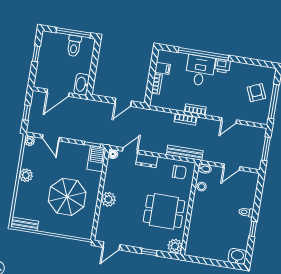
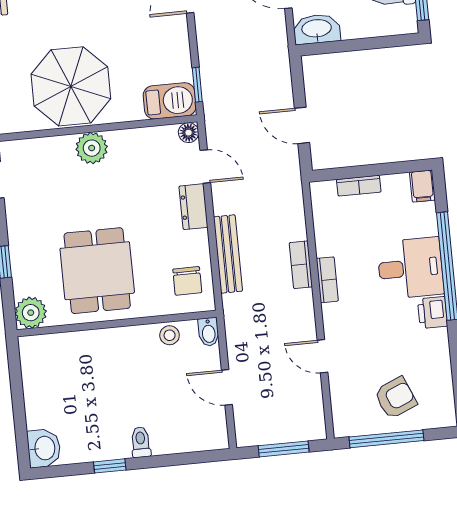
filing cabinet: (163, 68) -> (422, 186), moved
bench: (185, 153) -> (228, 254), moved
parasol: (67, 197) -> (71, 86), moved

